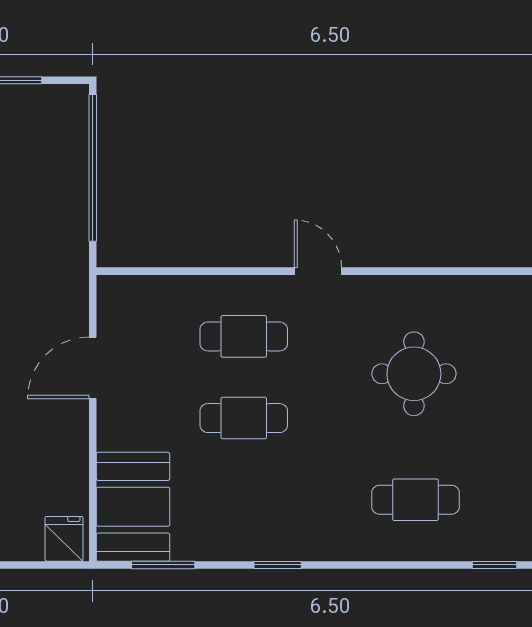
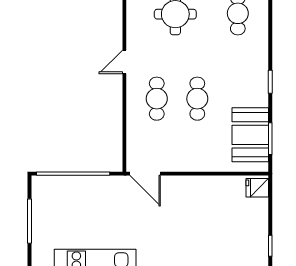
door: (93, 368) -> (145, 174), moved
booth: (133, 507) -> (250, 135), moved, turned 90

